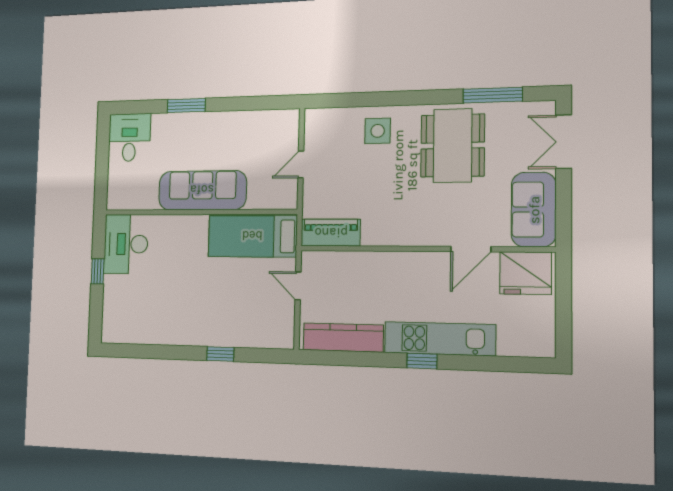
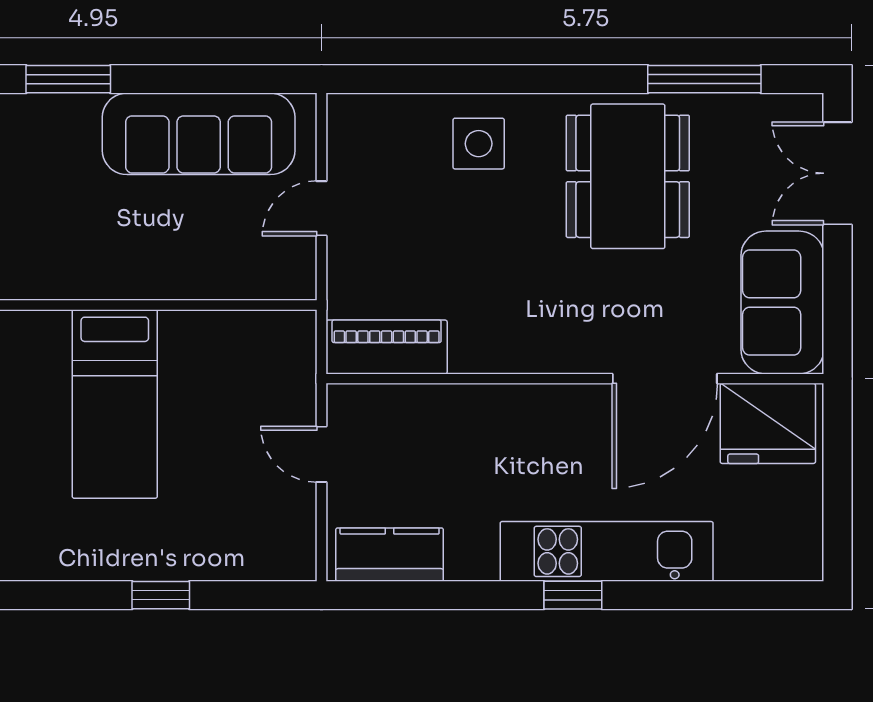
sofa: (202, 190) -> (199, 134), moved, turned 180
bed: (252, 236) -> (115, 404), moved, turned -90
door: (471, 249) -> (665, 379), width x1.36
kitchen counter: (343, 337) -> (390, 555), width x0.67

